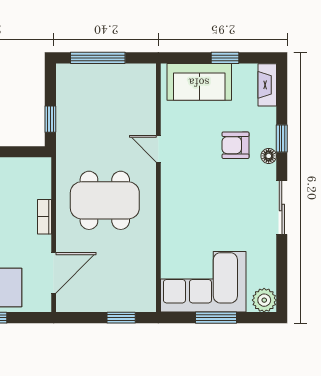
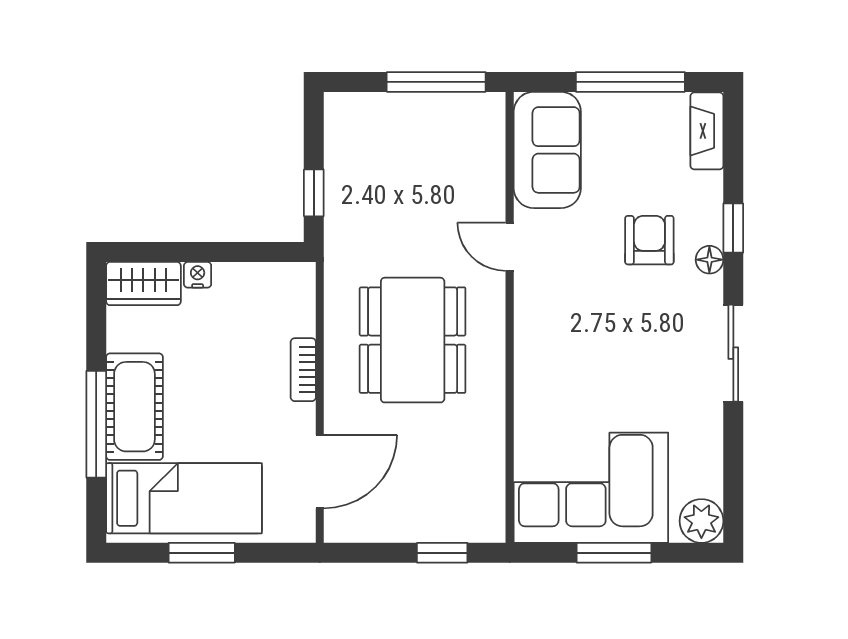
window: (98, 58) -> (436, 82), moved
window: (225, 58) -> (630, 82), width x2.17
sofa: (199, 82) -> (547, 150), moved, turned -90
armchair: (236, 145) -> (649, 240), turned 90
dining table: (105, 200) -> (413, 340), turned 90

